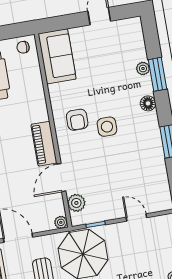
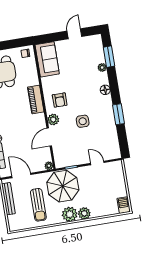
window: (158, 74) -> (109, 57), moved
side table: (107, 127) -> (83, 121), moved
piano: (44, 144) -> (36, 99), moved
plant: (76, 203) -> (53, 120), moved

